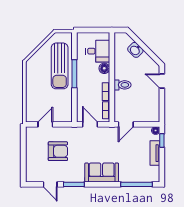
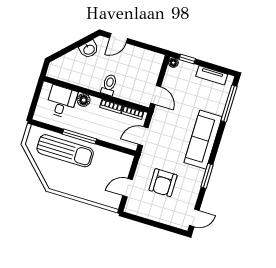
washbasin: (135, 50) -> (89, 49), moved
door: (45, 124) -> (128, 188), hinge flipped
armchair: (58, 151) -> (163, 183), turned 180
tv unit: (155, 153) -> (212, 75), moved
sofa: (102, 173) -> (203, 140), width x1.36
door: (50, 184) -> (194, 218), moved

